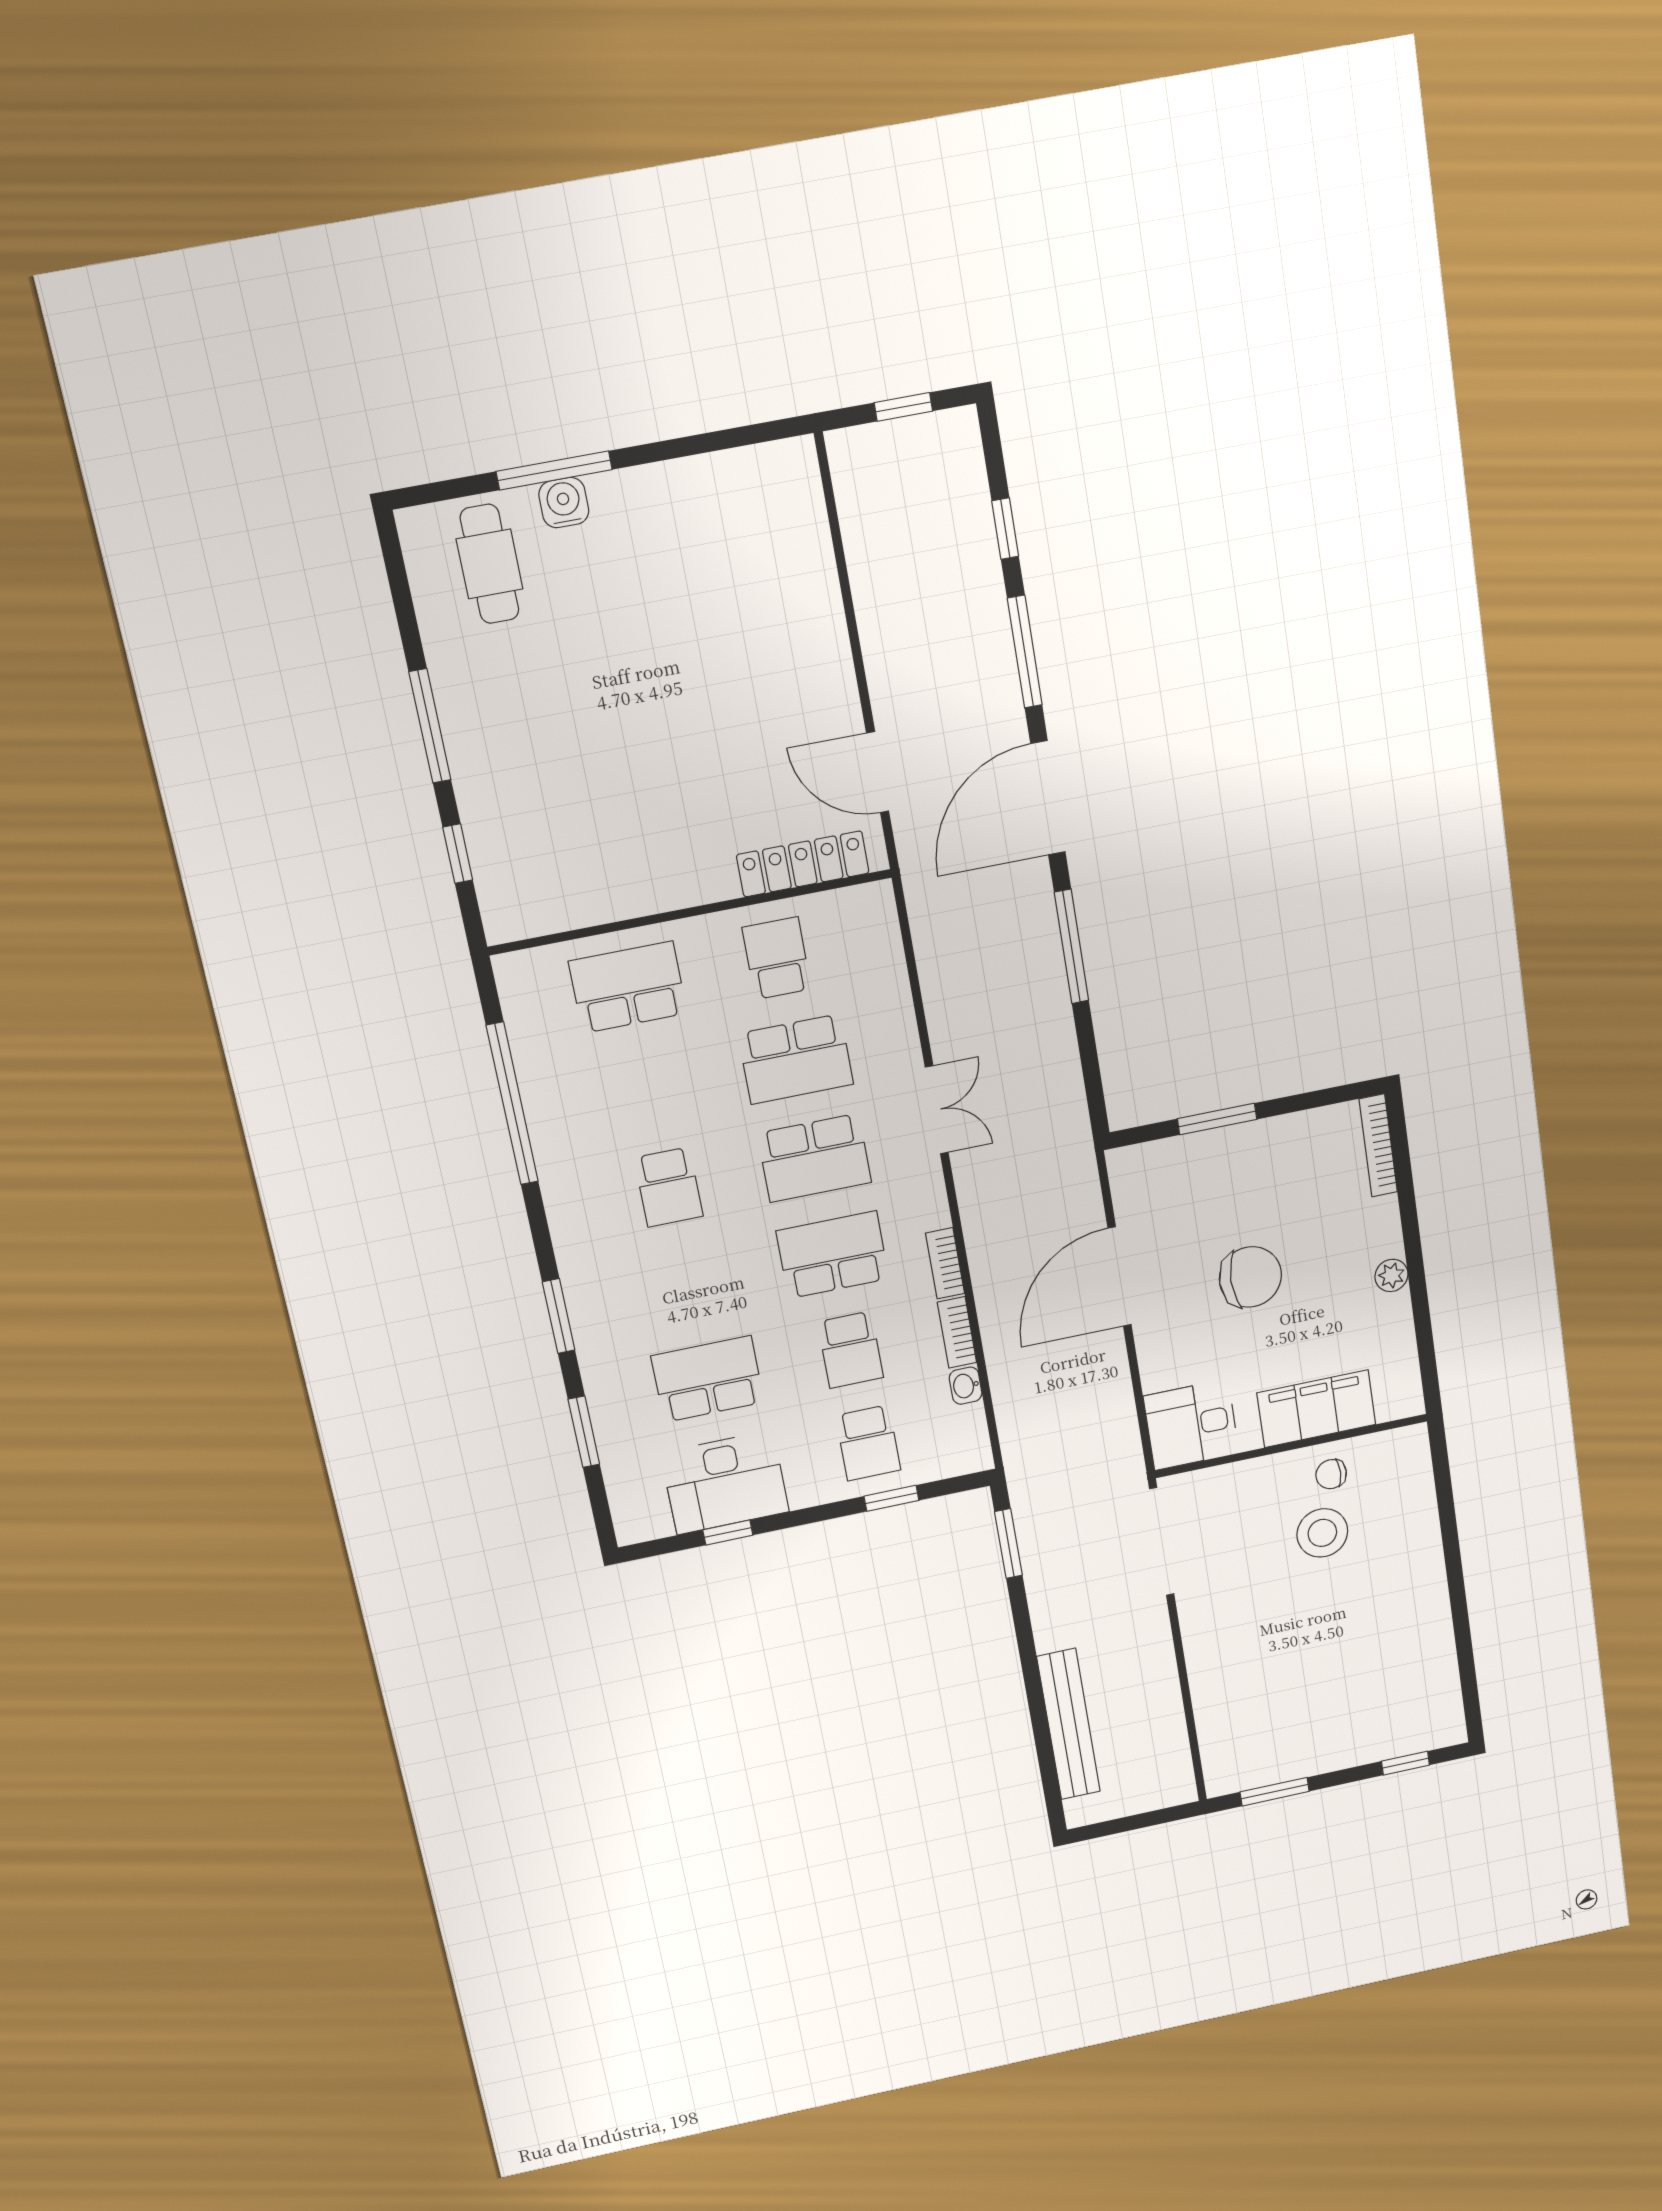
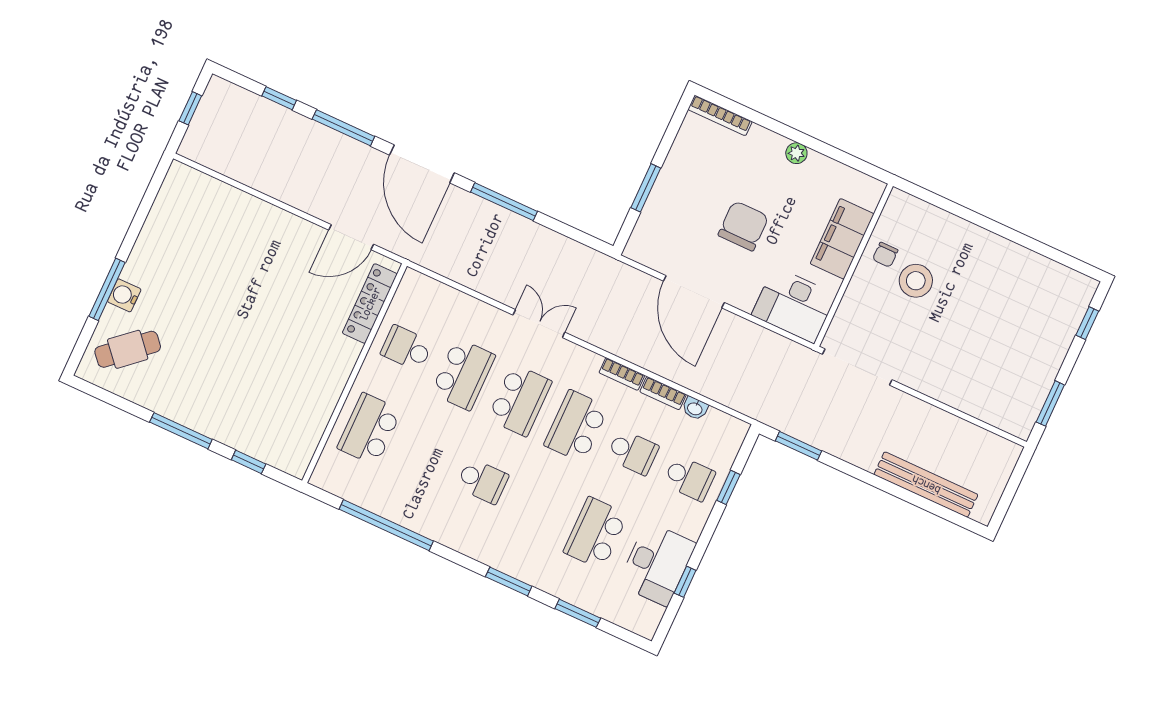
cafe table: (490, 564) -> (128, 349), turned -41
desk: (1191, 1425) -> (794, 305), width x1.37

